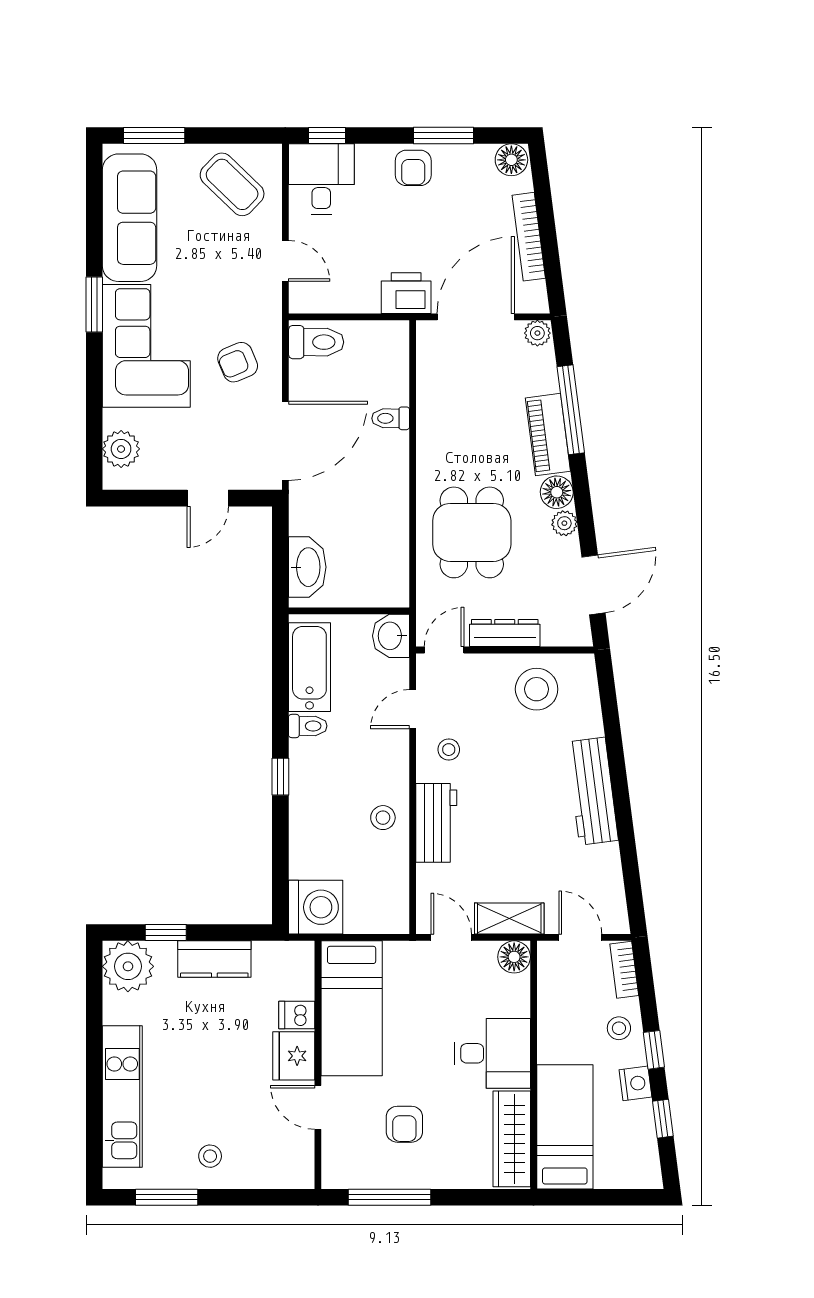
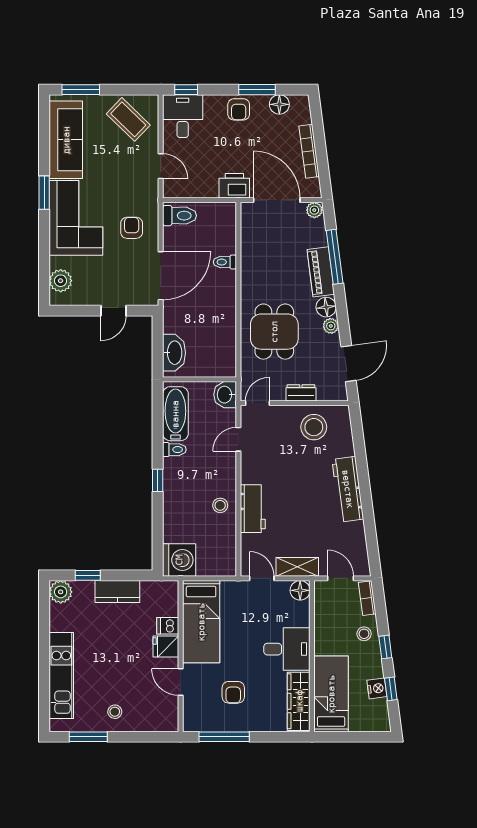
floor lamp: (511, 160) -> (279, 104), moved
door: (476, 317) -> (277, 200), hinge flipped
armchair: (238, 362) -> (132, 228), turned 113
dresser: (505, 633) -> (301, 393), width x0.70
stool: (449, 750) -> (260, 464), removed
plant: (128, 966) -> (61, 592), width x0.73, depth x0.73
fridge: (294, 1056) -> (166, 646), width x0.72
nightstand: (635, 1083) -> (377, 688), moved

